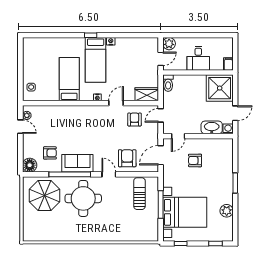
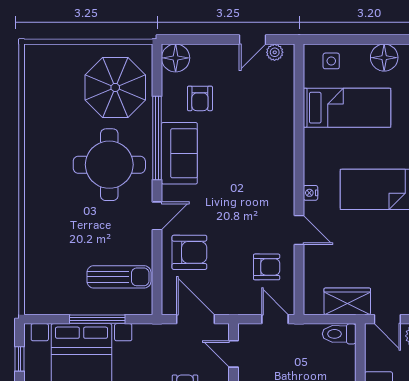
floor lamp: (29, 60) -> (384, 58), added
bed: (69, 79) -> (347, 108), moved
wardrobe: (147, 94) -> (347, 301), moved, turned -90

